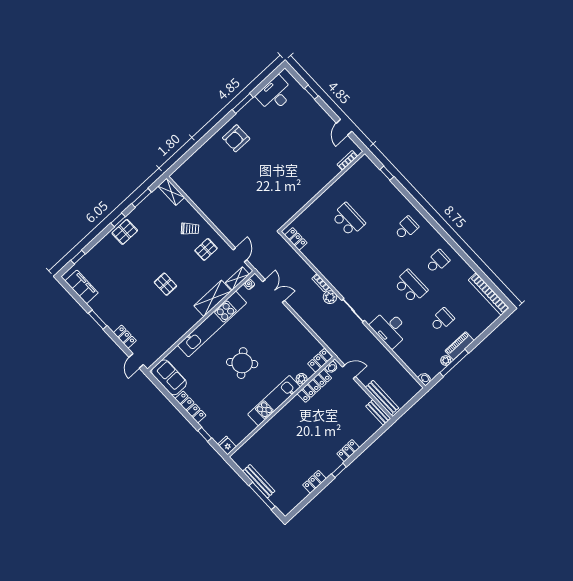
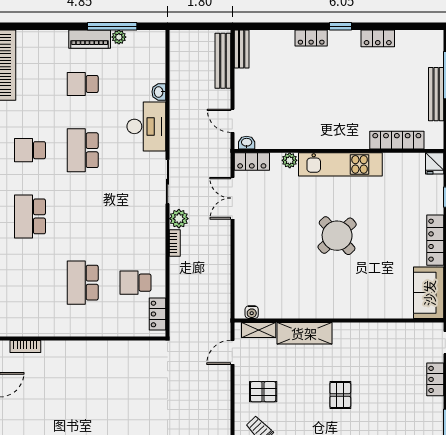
school desk: (406, 228) -> (30, 216), width x1.85
school desk: (322, 244) -> (135, 283), added
double door: (274, 291) -> (232, 198), moved
kitchen unit: (212, 324) -> (330, 307), removed
washbasin: (425, 379) -> (159, 92), moved
locker: (314, 386) -> (397, 140), moved

